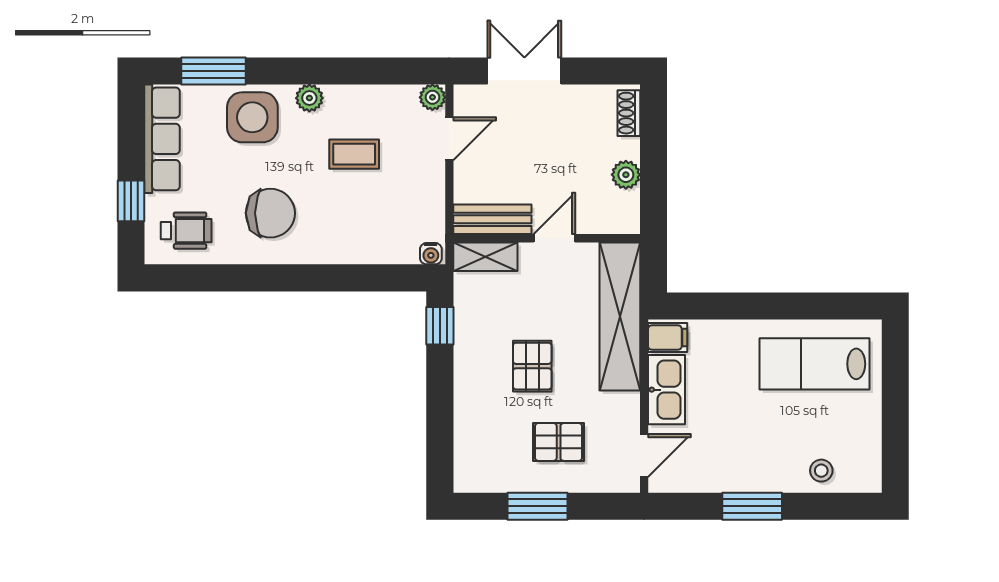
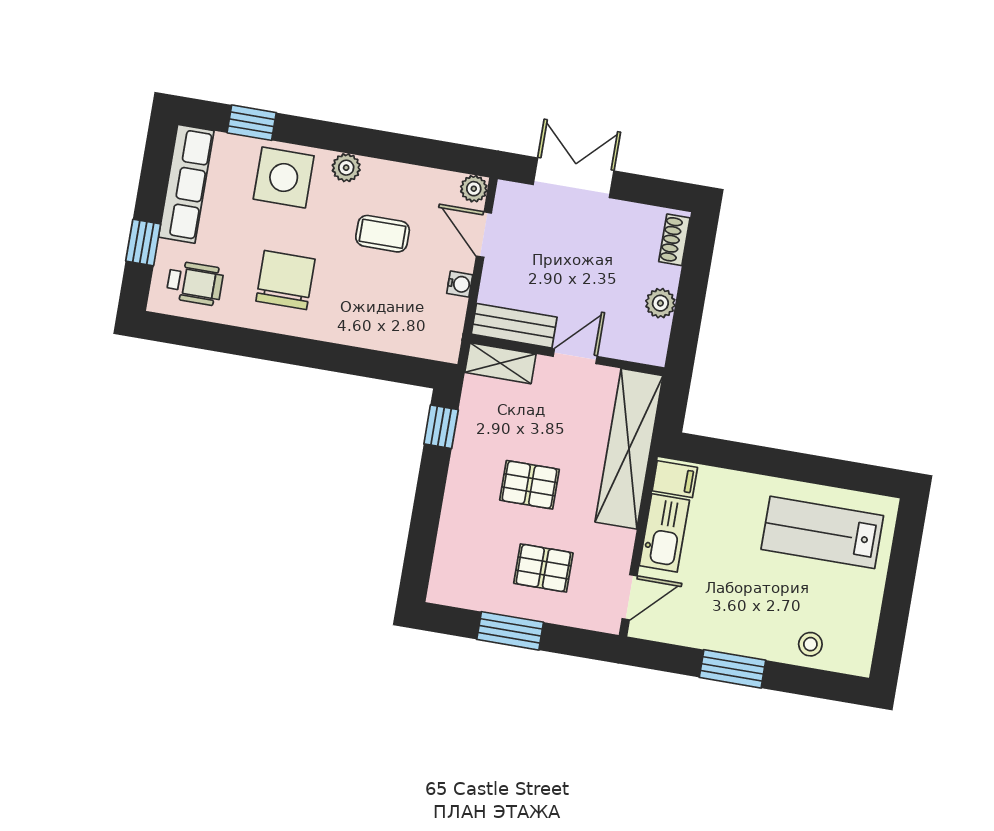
window: (214, 71) -> (252, 123), width x0.67
door: (449, 139) -> (484, 235), swing flipped
chair: (270, 213) -> (285, 280), turned -90
water cooler: (431, 254) -> (460, 284), moved, turned -90
pallet: (532, 366) -> (529, 485), turned 90

